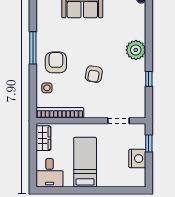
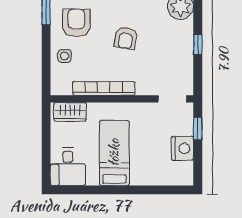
bookcase: (60, 113) -> (104, 88), moved
doorway: (119, 121) -> (172, 99), moved
wardrobe: (43, 138) -> (70, 112), moved, turned 90

